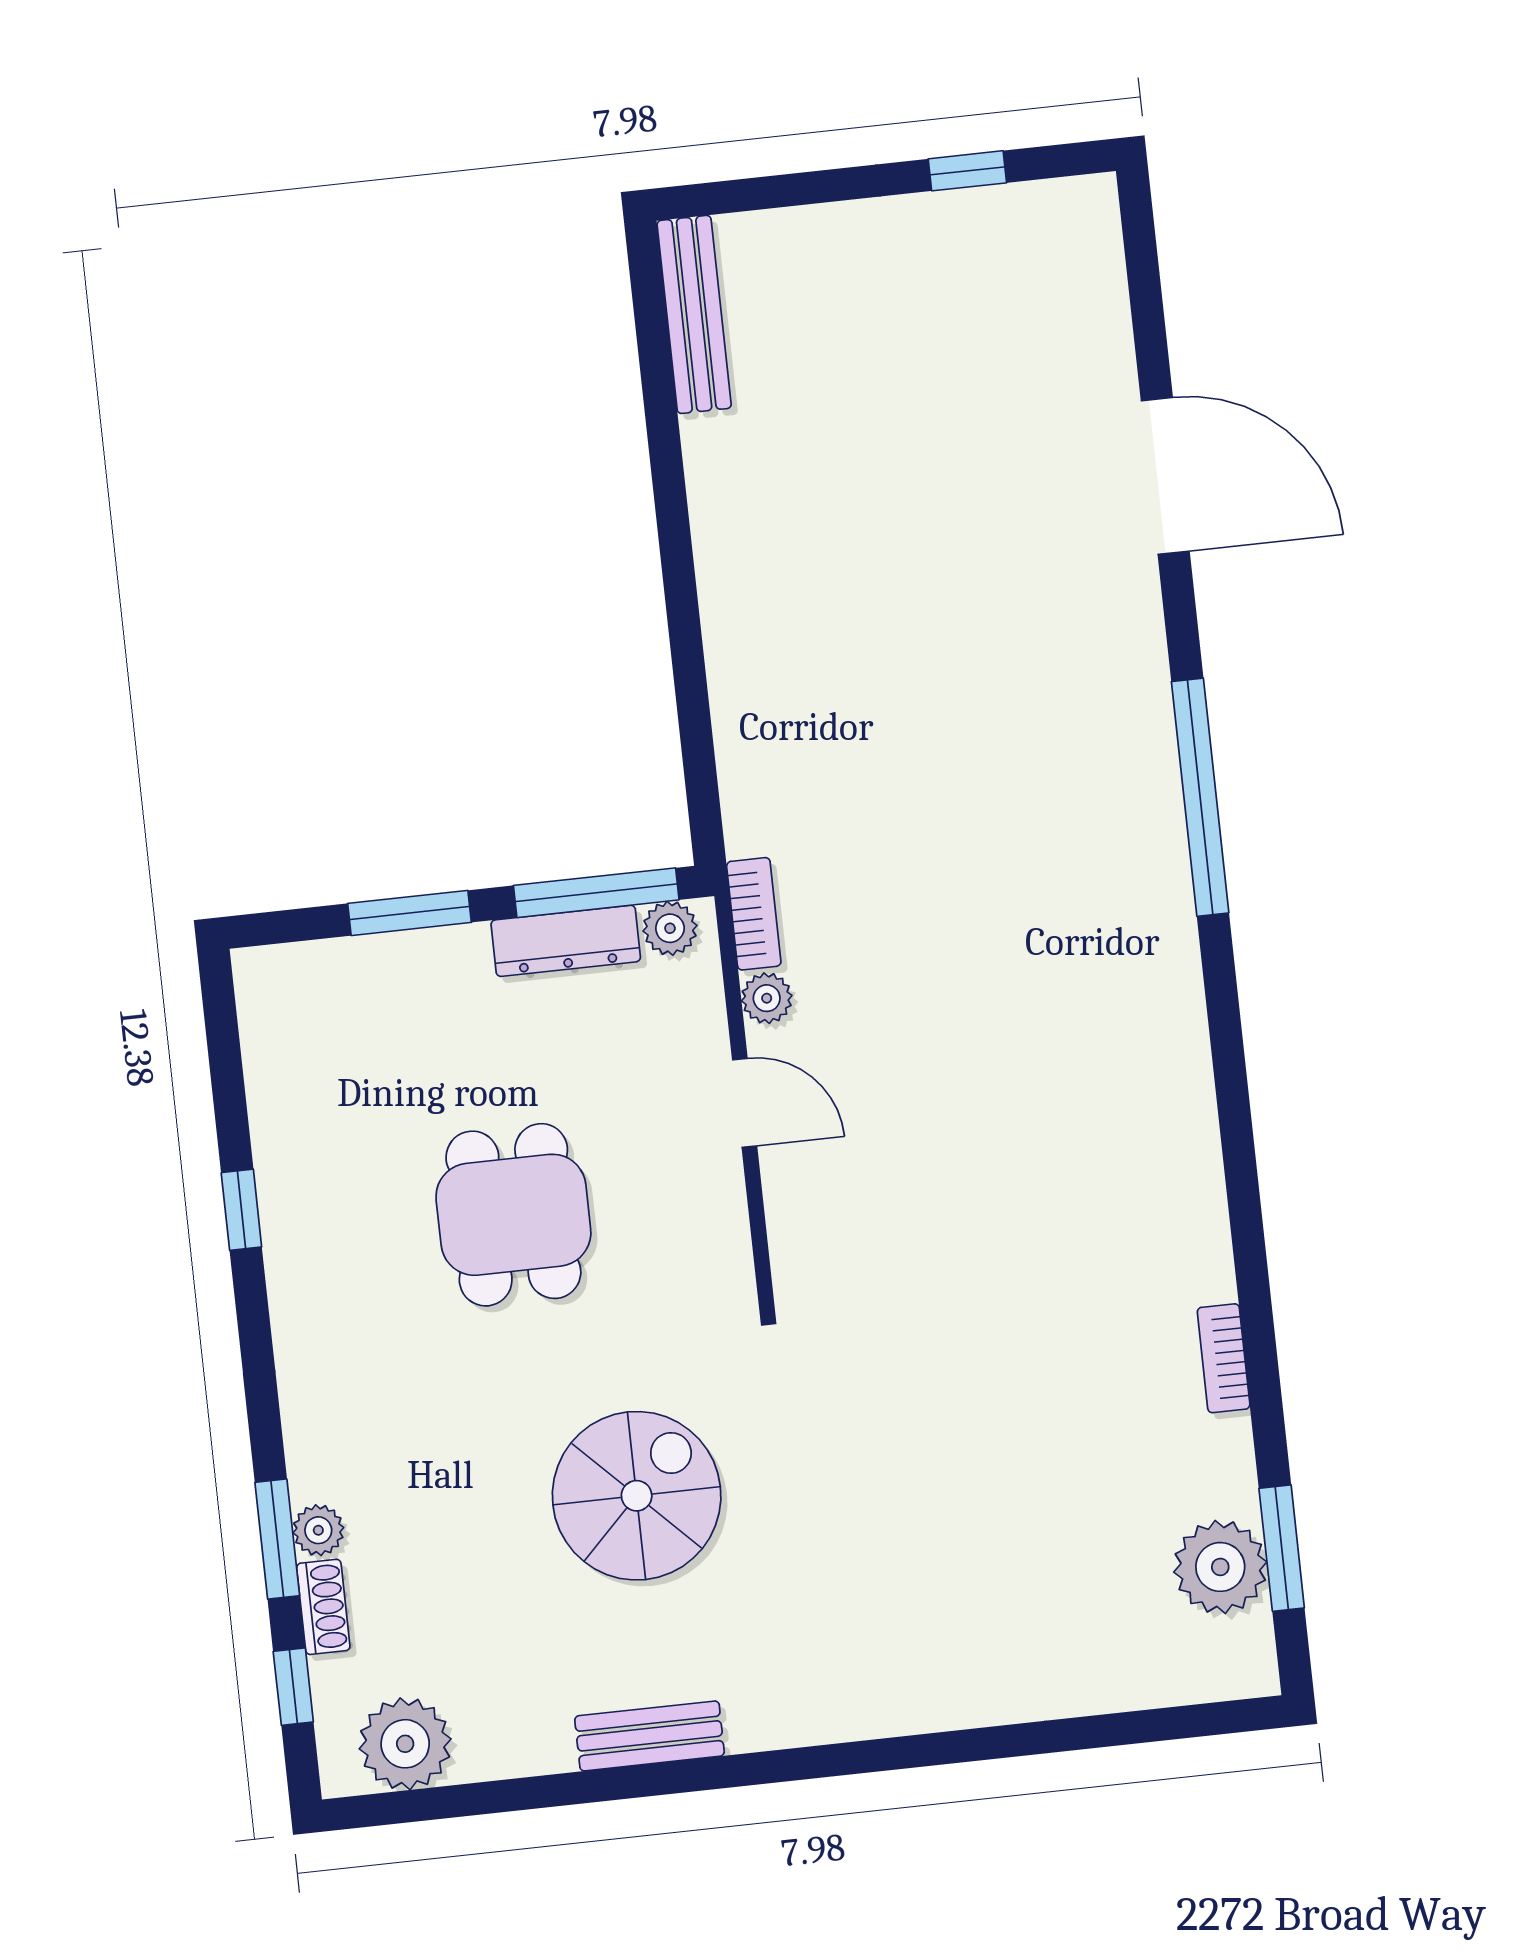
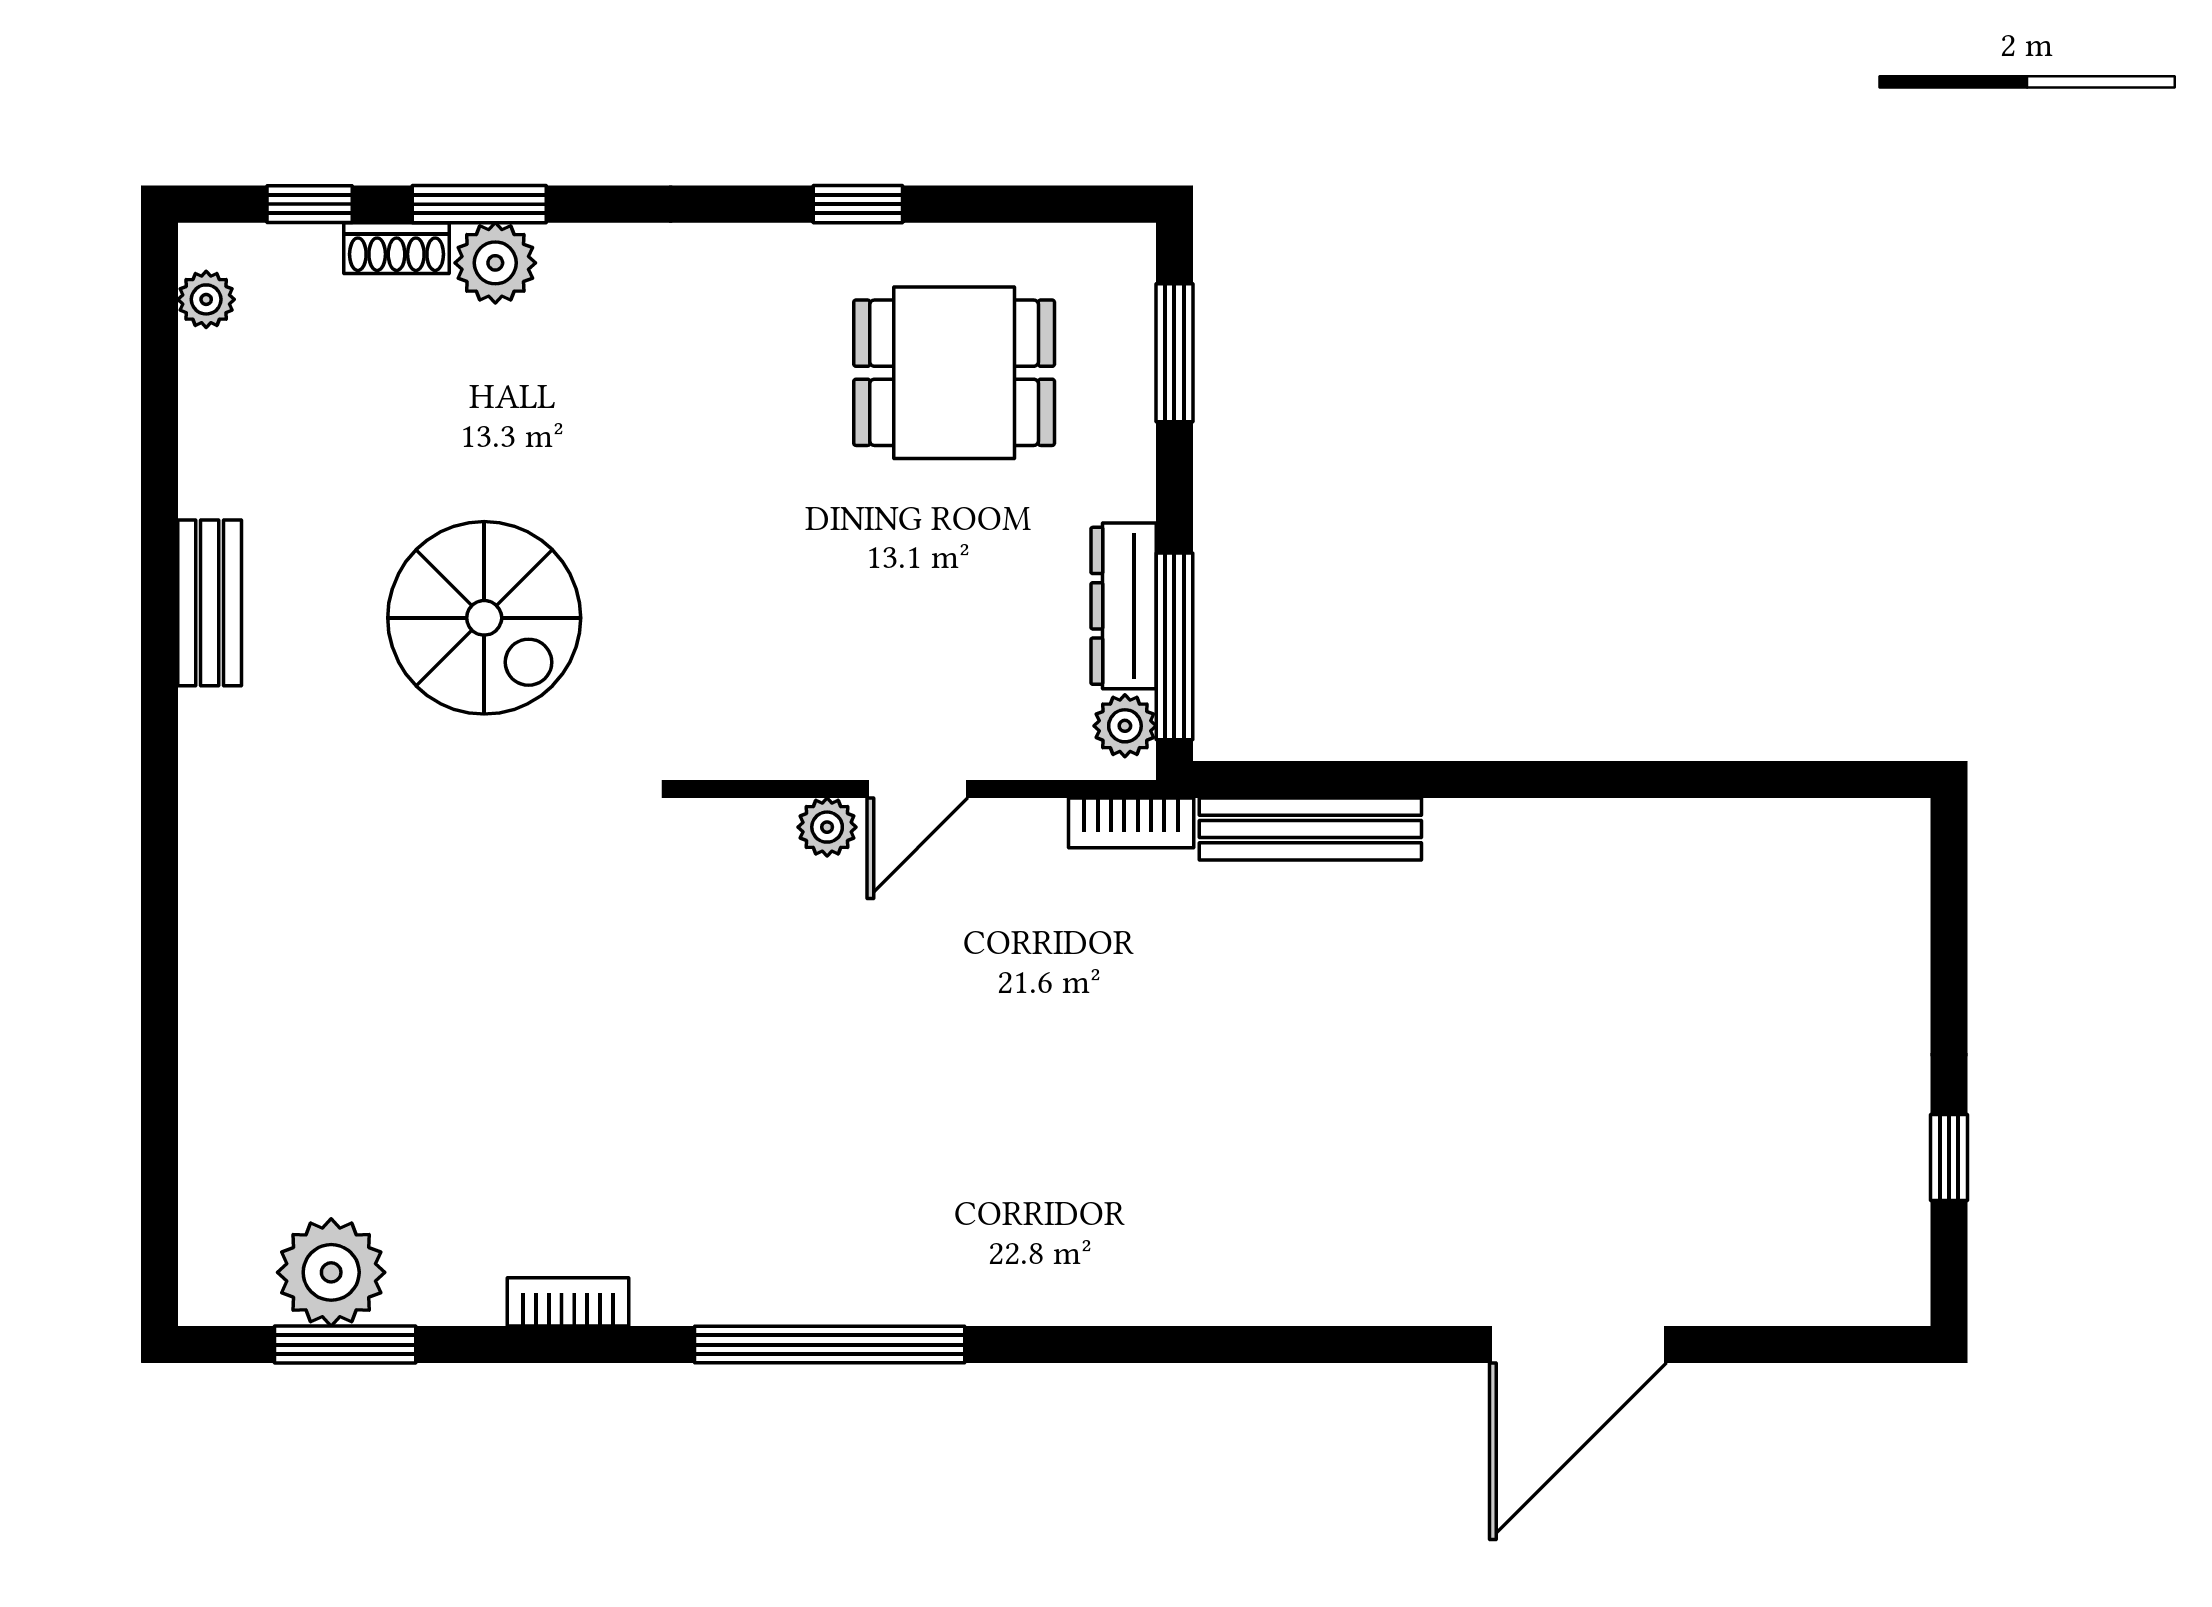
bench: (694, 314) -> (1310, 829), moved
window: (1200, 797) -> (830, 1345), moved
window: (410, 913) -> (1174, 353), moved
plant: (767, 998) -> (827, 827), moved
dining table: (513, 1215) -> (954, 373), moved
plant: (318, 1530) -> (495, 263), width x1.38, depth x1.38
plant: (405, 1744) -> (206, 299), width x0.53, depth x0.53

